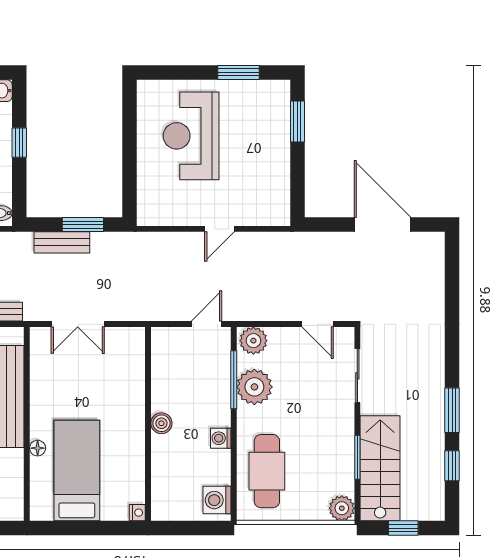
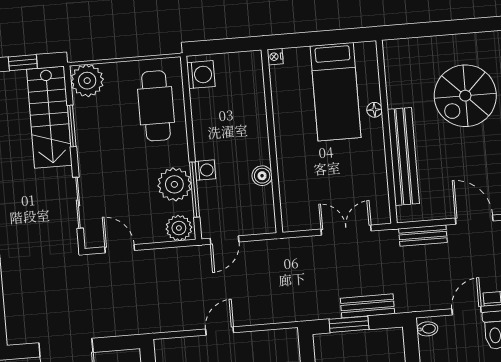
boiler: (161, 423) -> (262, 176), moved
washing machine: (221, 438) -> (205, 170), moved
plant: (342, 508) -> (87, 81), width x1.36, depth x1.36

